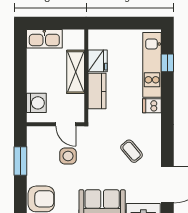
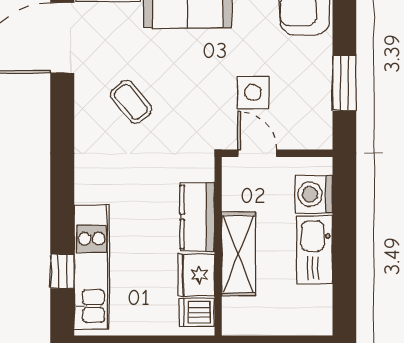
kitchen sink: (44, 39) -> (315, 250), moved, turned -90
dishwasher: (152, 106) -> (197, 312), moved, turned 180

